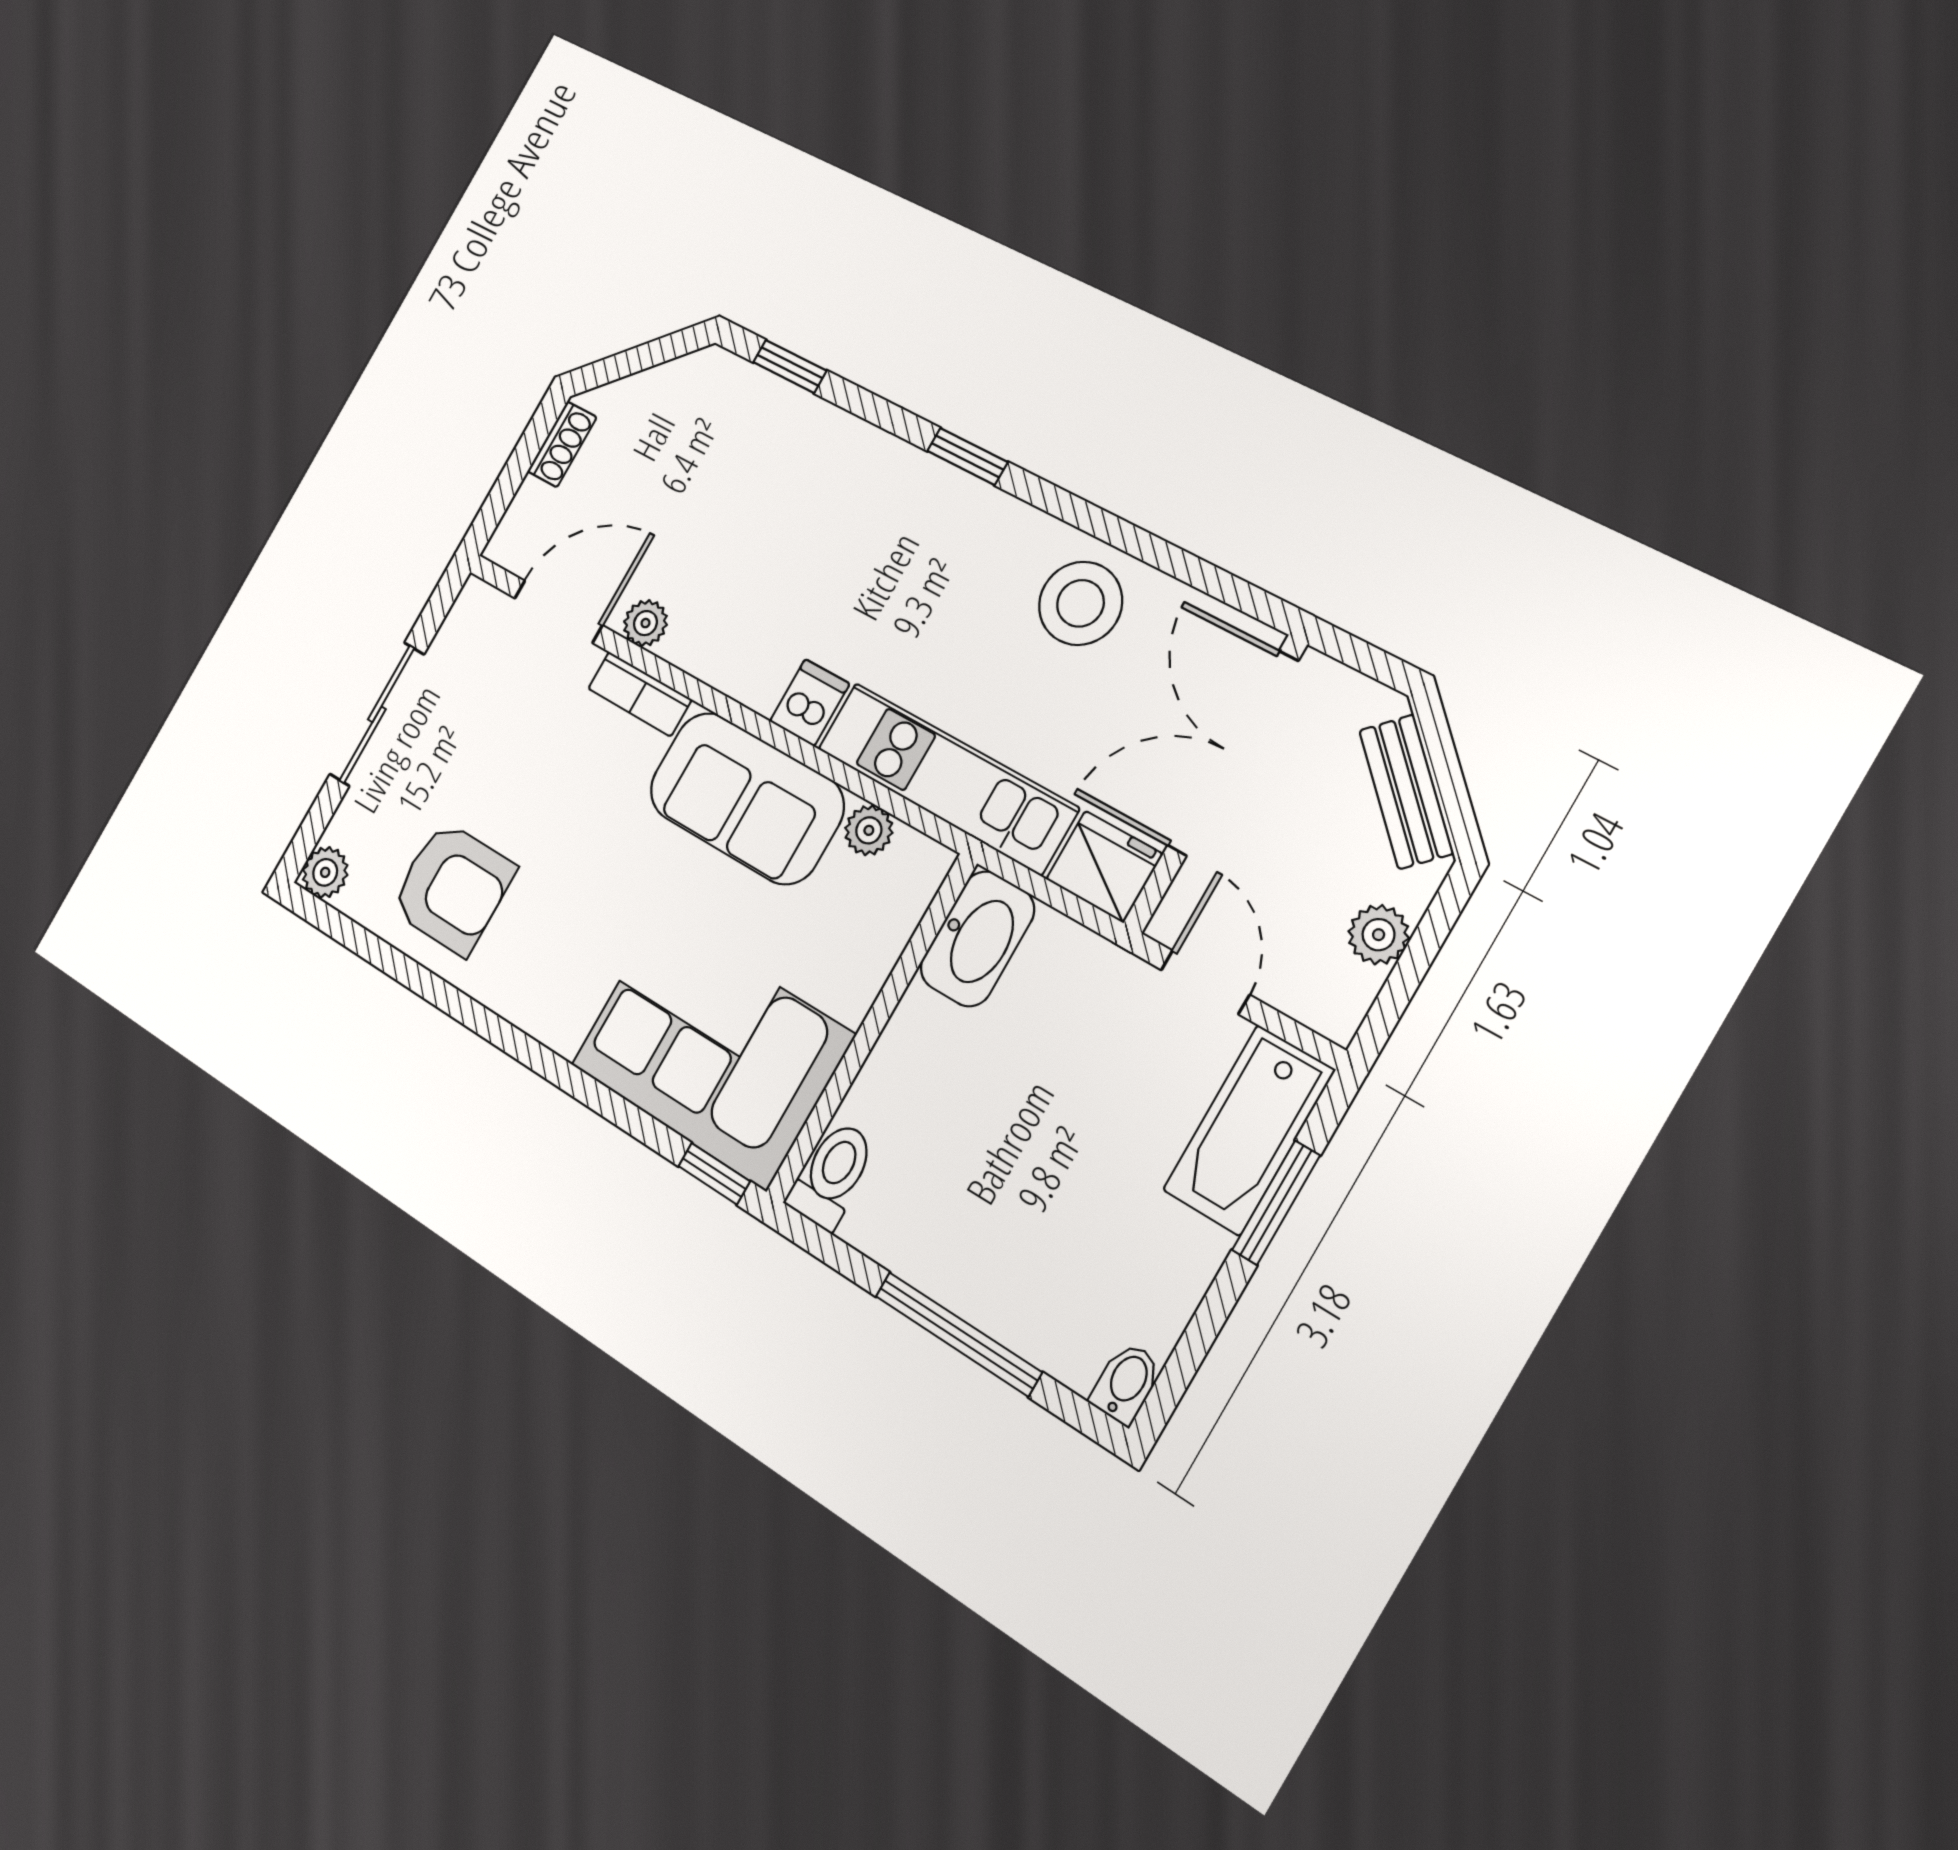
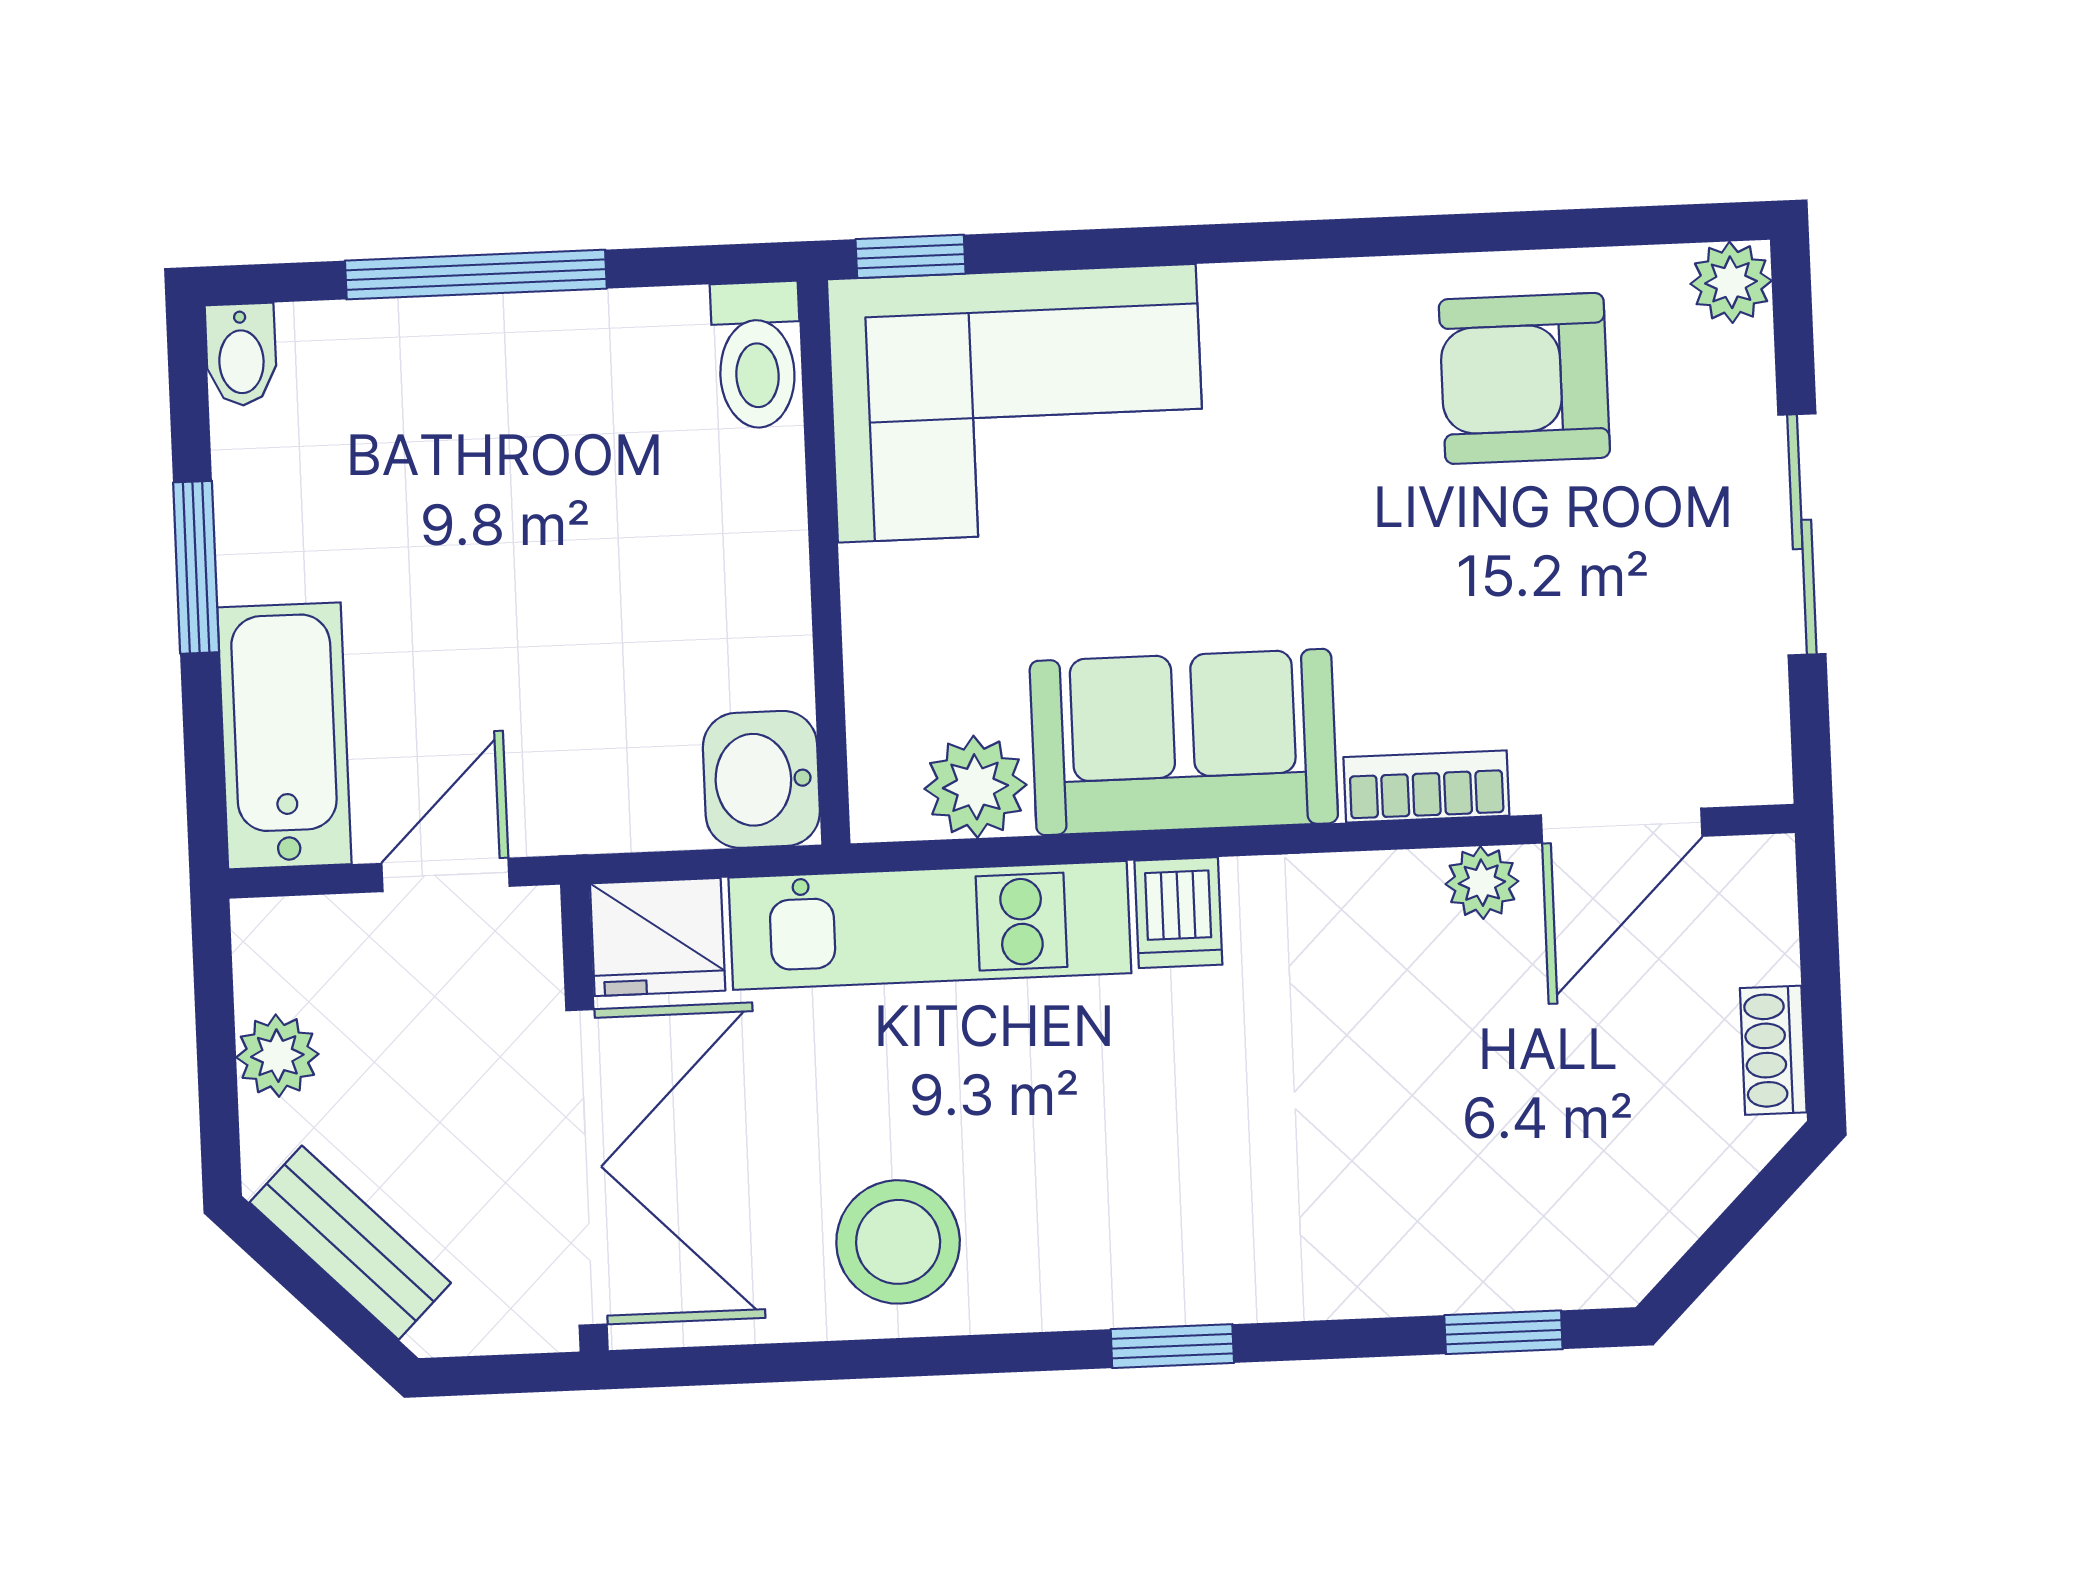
plant: (869, 830) -> (976, 787), width x1.38, depth x1.38
washbasin: (977, 939) -> (761, 779), width x0.72
door: (1205, 982) -> (445, 875), swing flipped
window: (1276, 1203) -> (196, 567), moved

